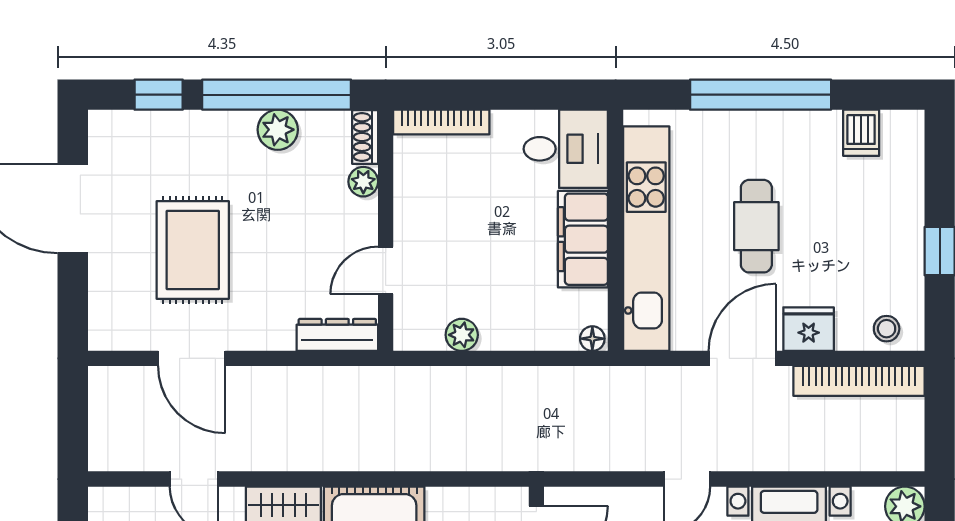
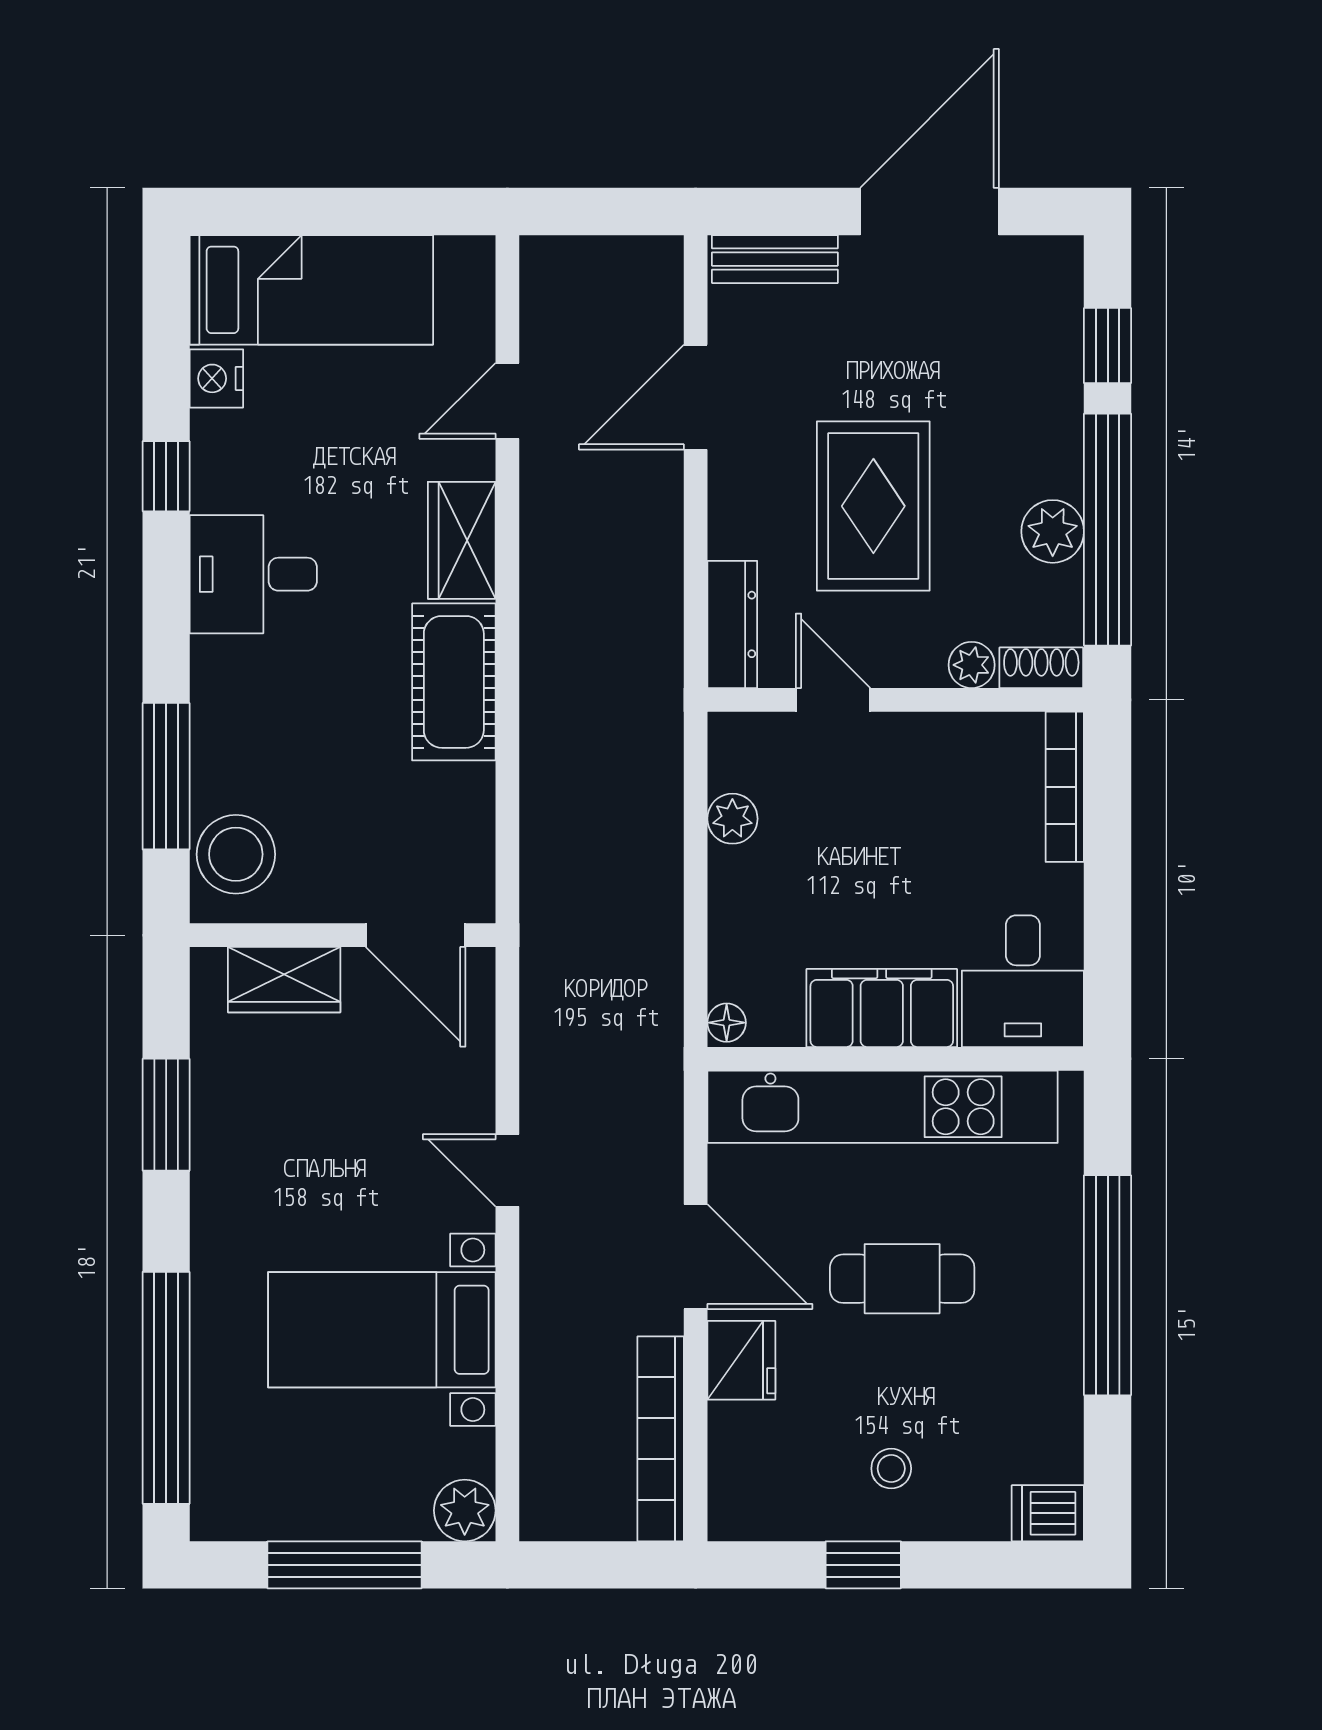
dishwasher: (861, 133) -> (1048, 1513), moved
rug: (193, 250) -> (873, 506), moved, turned 90
bench: (103, 308) -> (775, 259), added
stool: (887, 329) -> (891, 1469), moved

